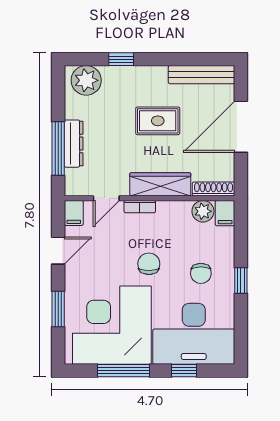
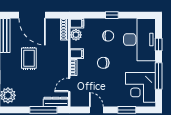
dresser: (74, 144) -> (56, 102), moved
wardrobe: (160, 184) -> (62, 57), removed
door: (106, 198) -> (69, 85), swing flipped
filing cabinet: (74, 213) -> (77, 54), moved
corner desk: (112, 325) -> (141, 87), width x0.74, depth x0.74

